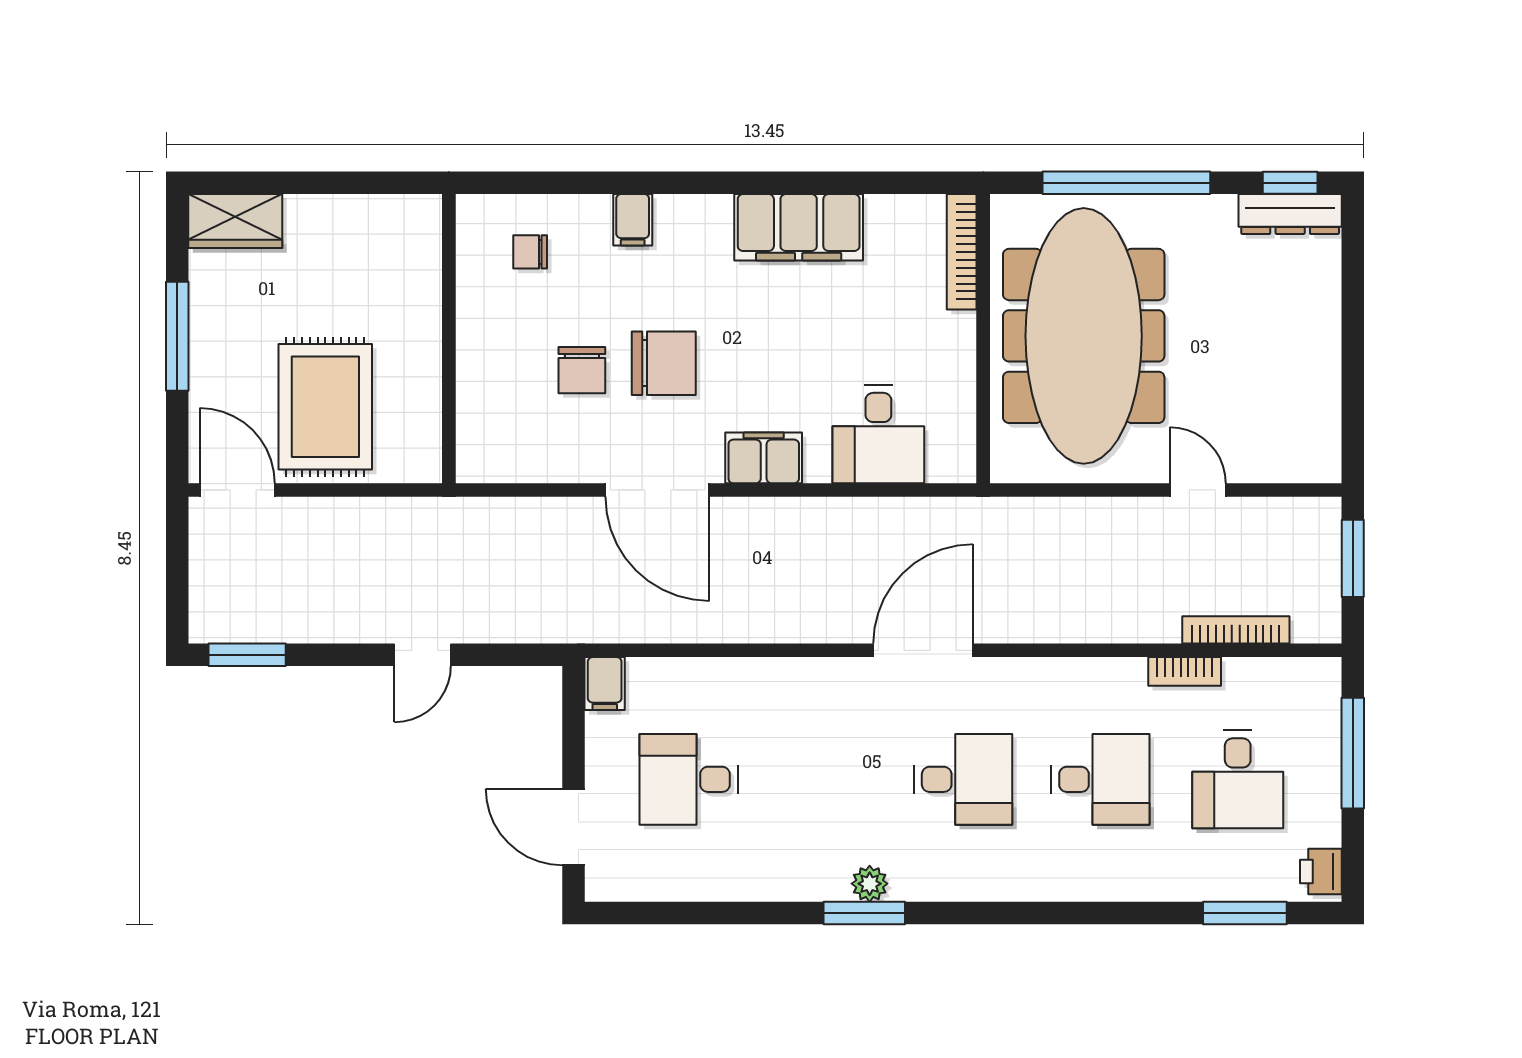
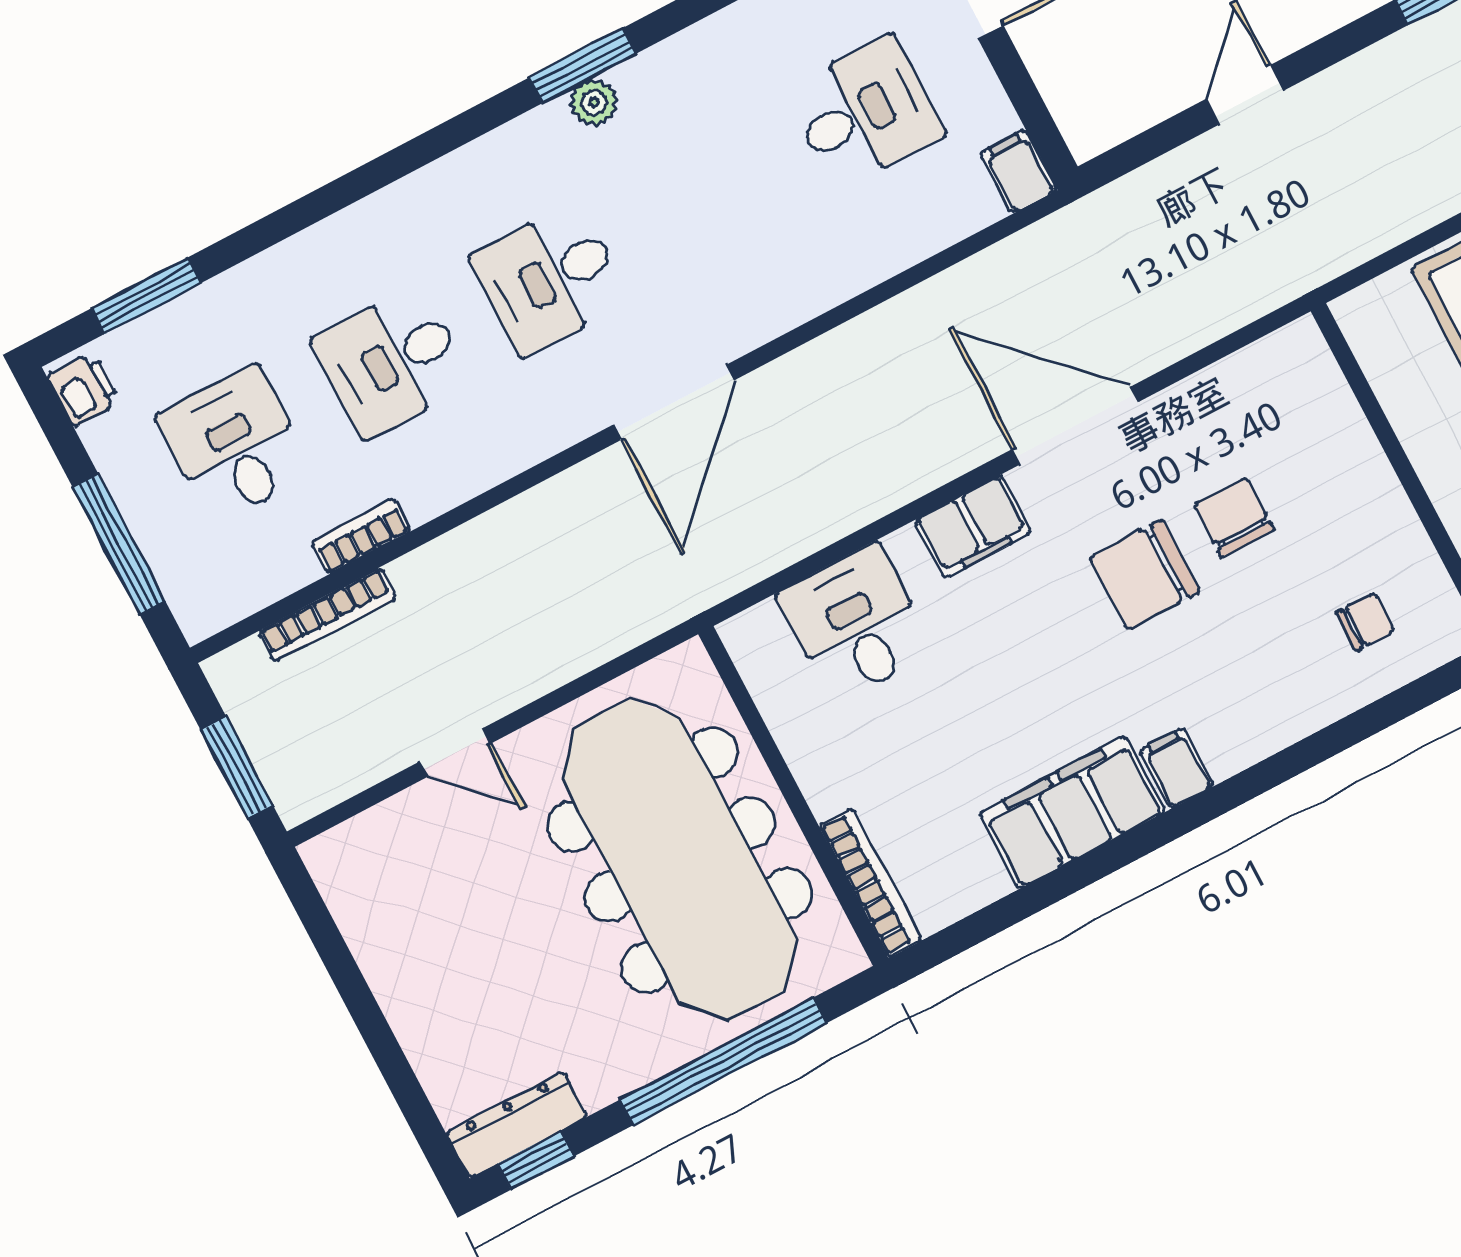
filing cabinet: (633, 220) -> (1177, 768), moved

